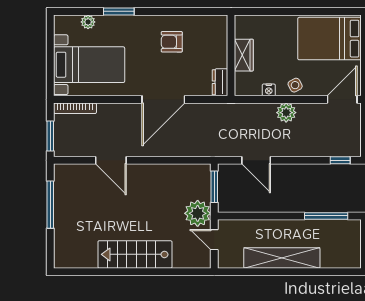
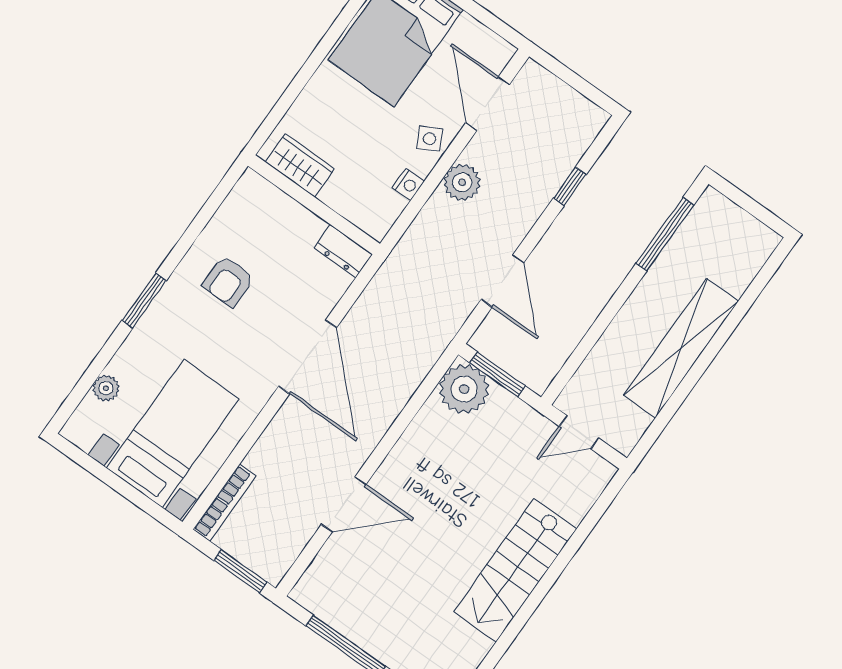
window: (119, 11) -> (144, 301), moved
wardrobe: (244, 55) -> (300, 165), moved
door: (342, 99) -> (488, 104), moved
door: (256, 160) -> (502, 281), hinge flipped
window: (340, 160) -> (570, 186), moved
plant: (198, 213) -> (464, 389), moved

